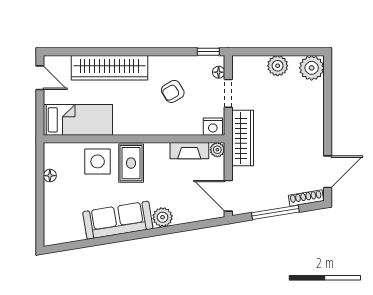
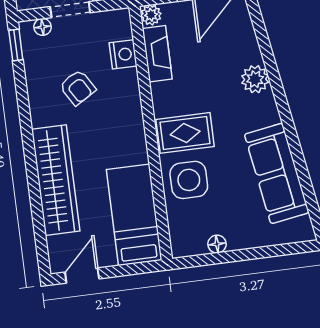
nightstand: (213, 127) -> (123, 54), moved
sofa: (118, 220) -> (277, 173), moved

